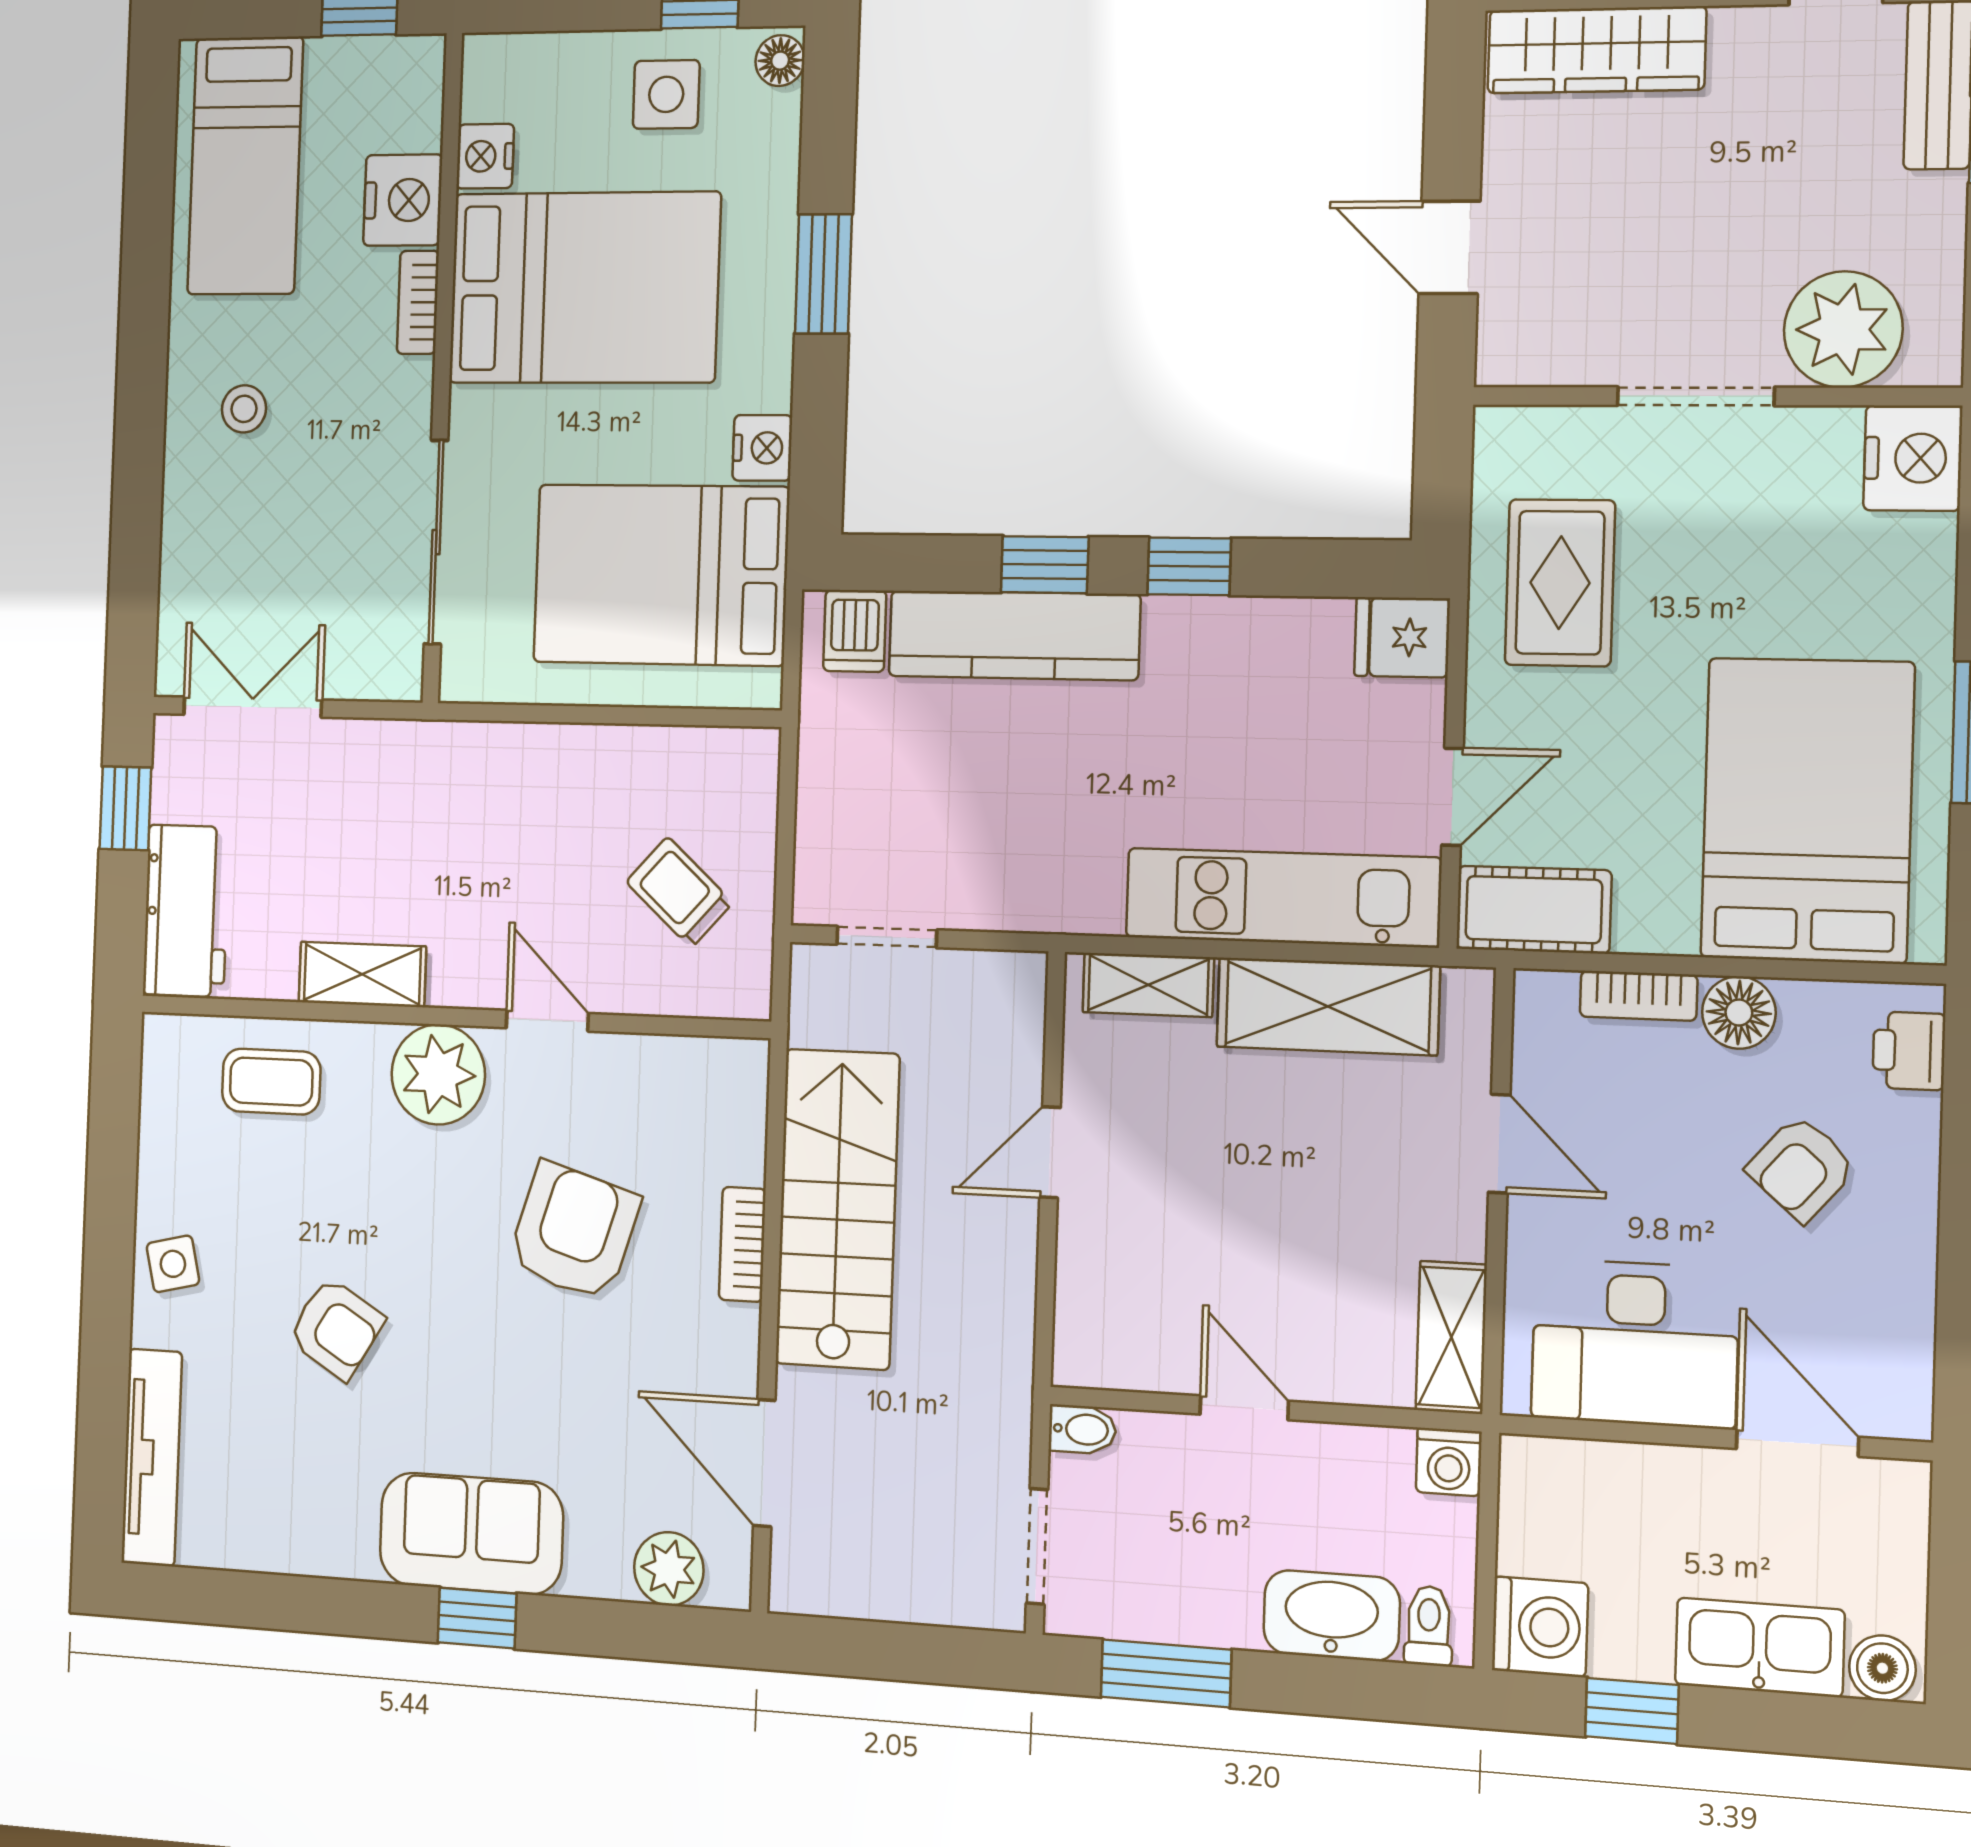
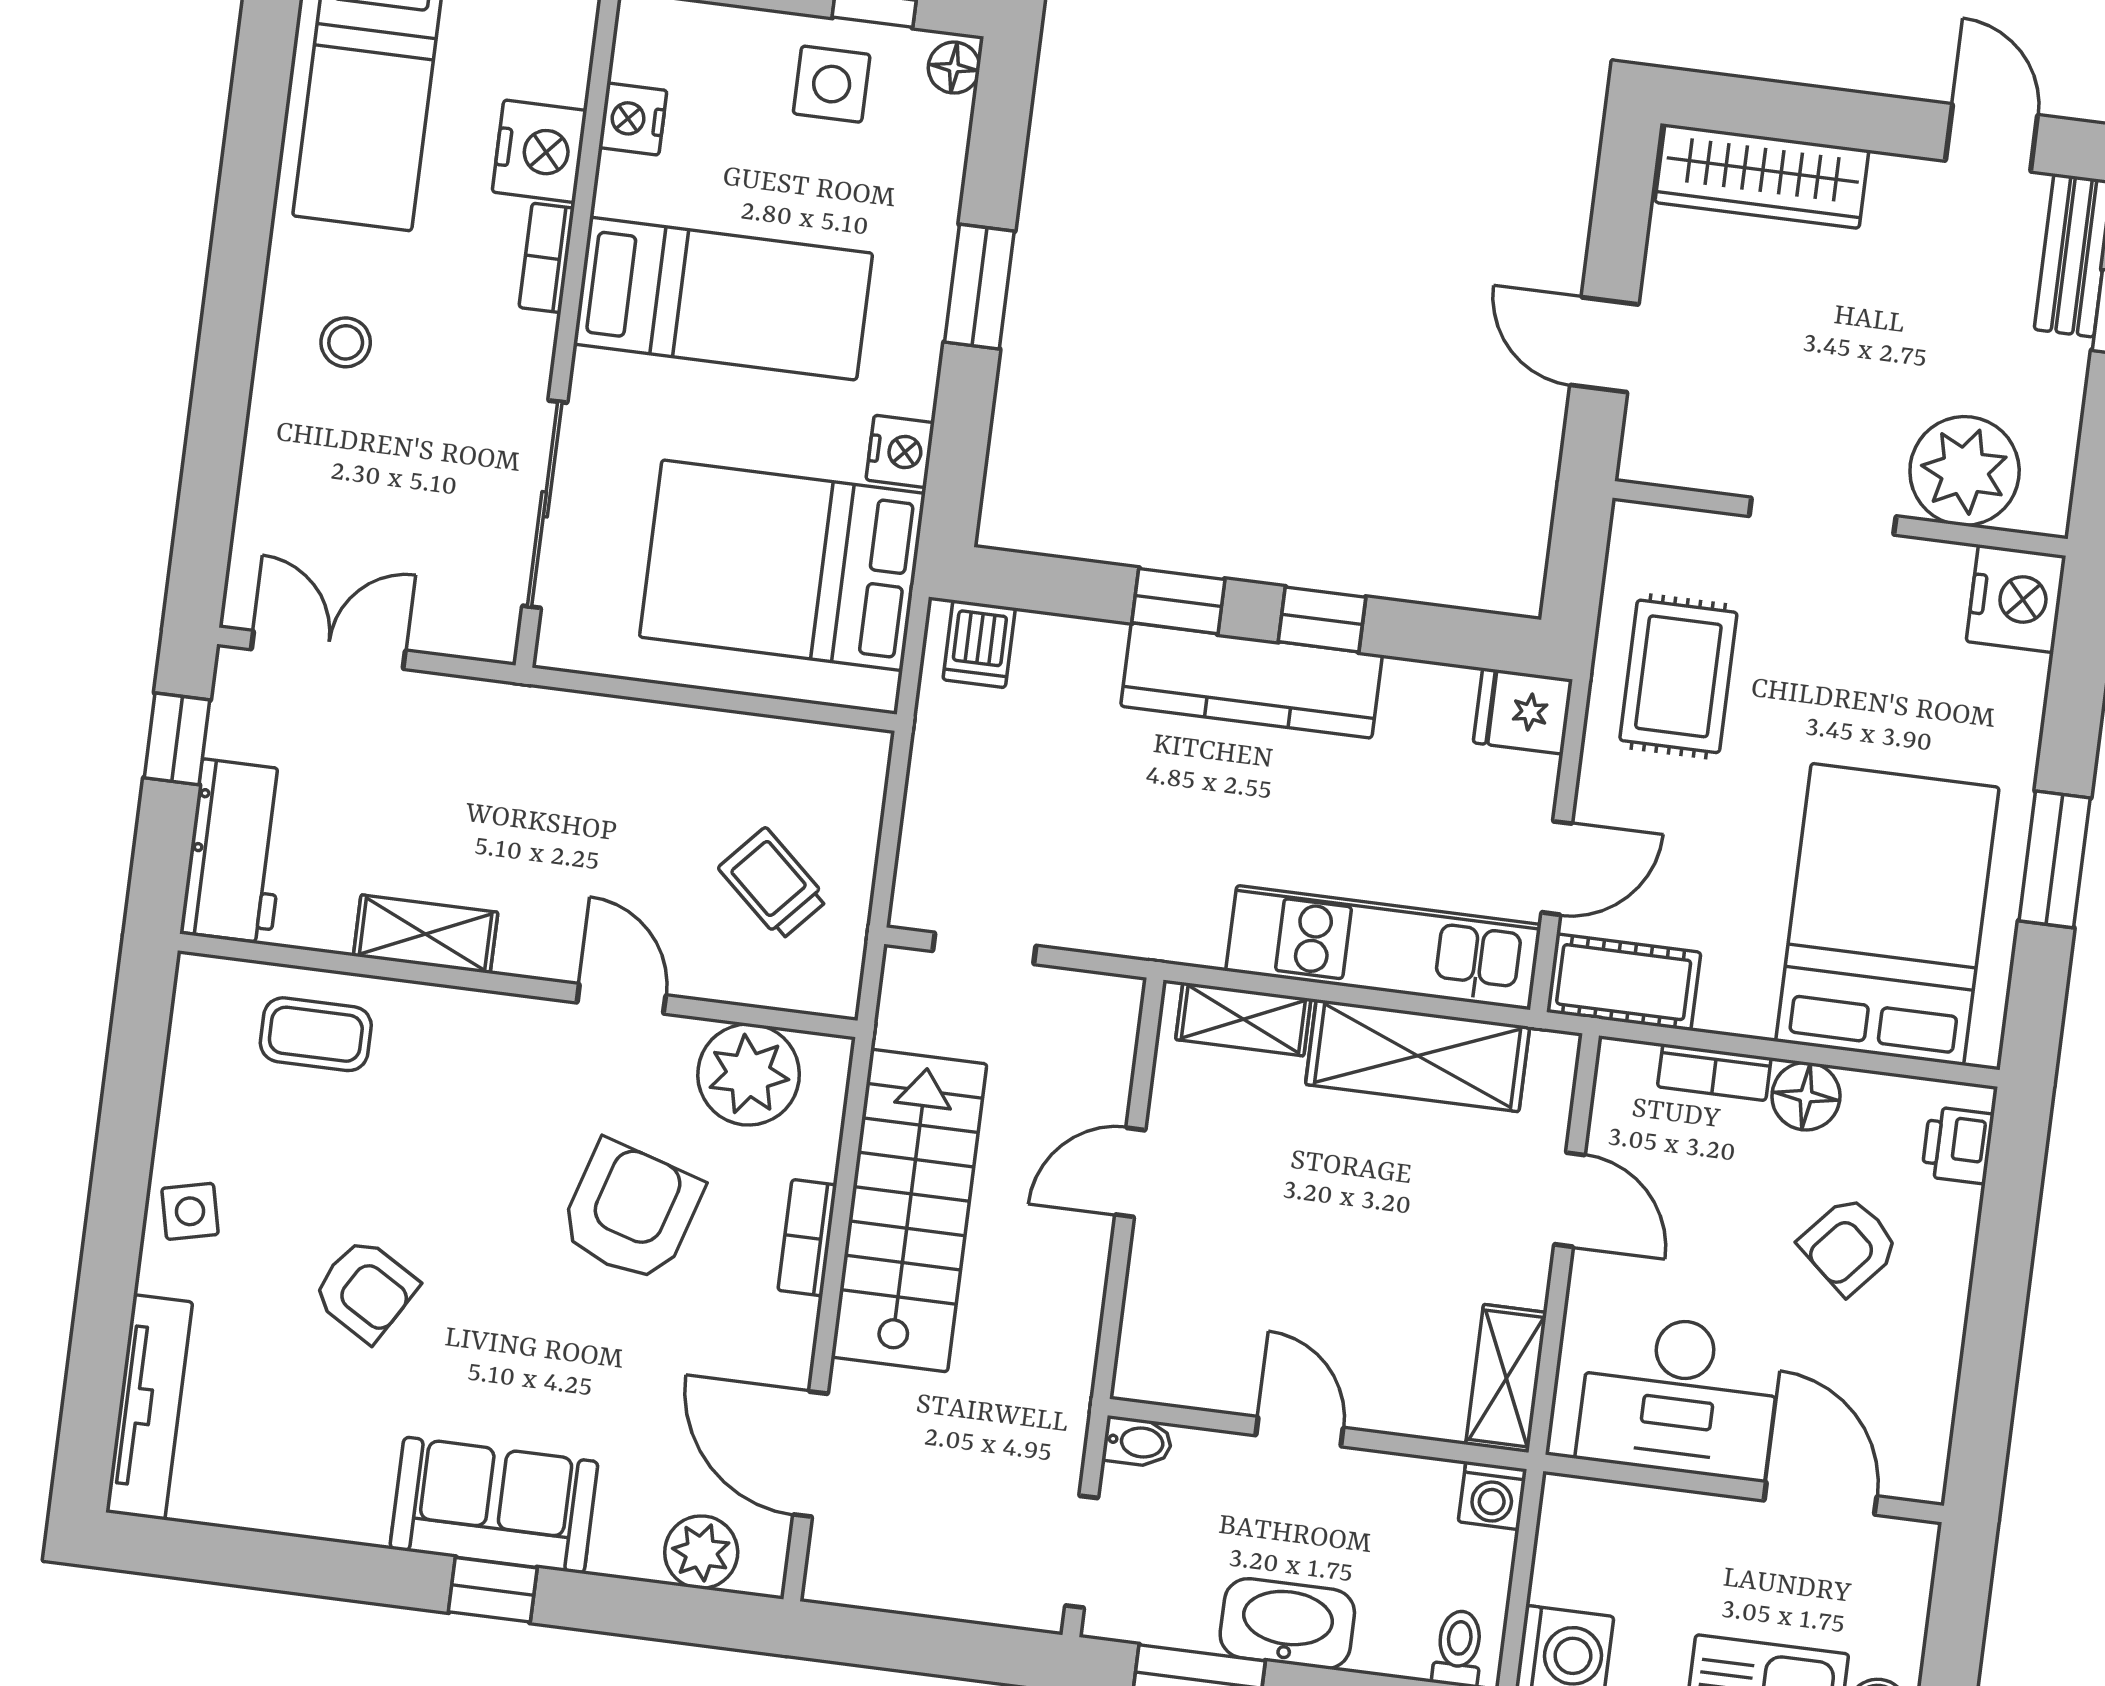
bed: (584, 288) -> (723, 299), width x0.67
kitchen counter: (1014, 635) -> (1251, 681), moved
plant: (438, 1074) -> (749, 1074), moved
washbasin: (1332, 1616) -> (1287, 1624), moved

